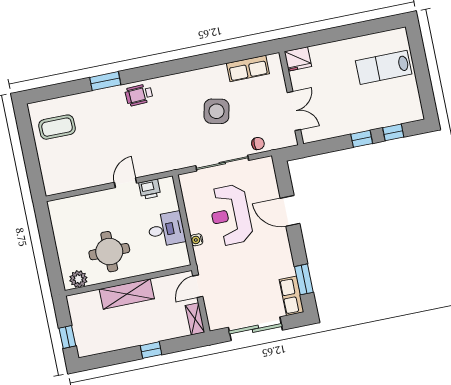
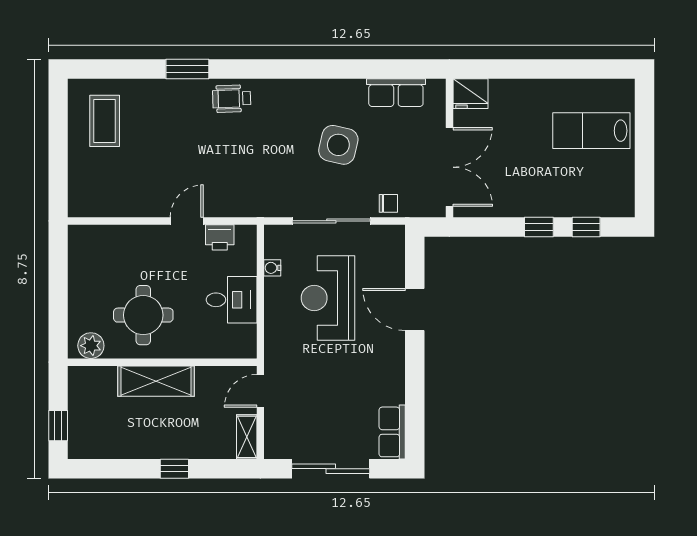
double door: (294, 111) -> (449, 167), width x1.37
coffee table: (57, 127) -> (105, 121), turned 90
water cooler: (197, 240) -> (272, 268), moved
window: (304, 279) -> (415, 412), removed

